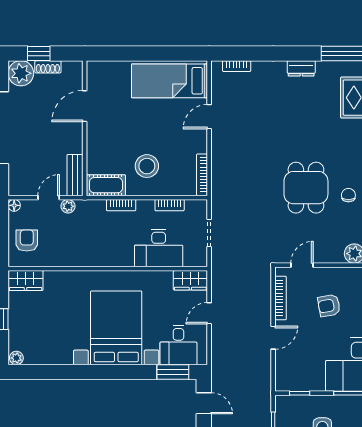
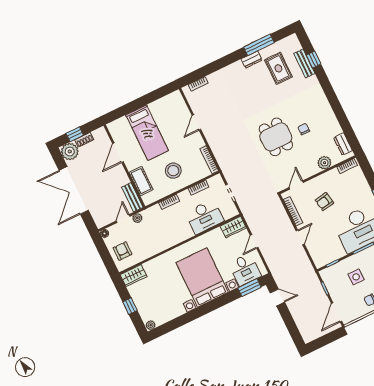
dresser: (301, 68) -> (252, 60), moved
bed: (170, 81) -> (147, 133), moved, turned -90
cot: (106, 185) -> (141, 181), moved, turned 90

